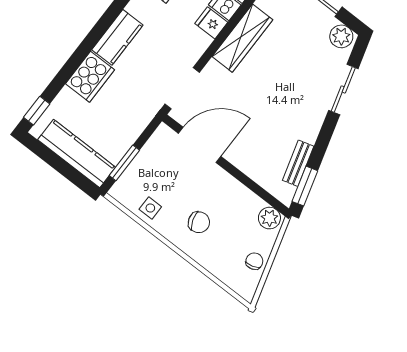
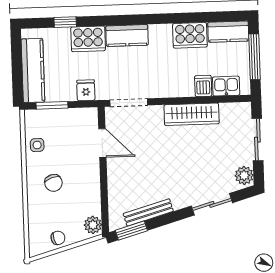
fridge: (211, 23) -> (86, 90), moved
window: (37, 111) -> (65, 22), moved
door: (200, 145) -> (102, 143), width x0.73
bench: (298, 163) -> (148, 212), width x1.36

